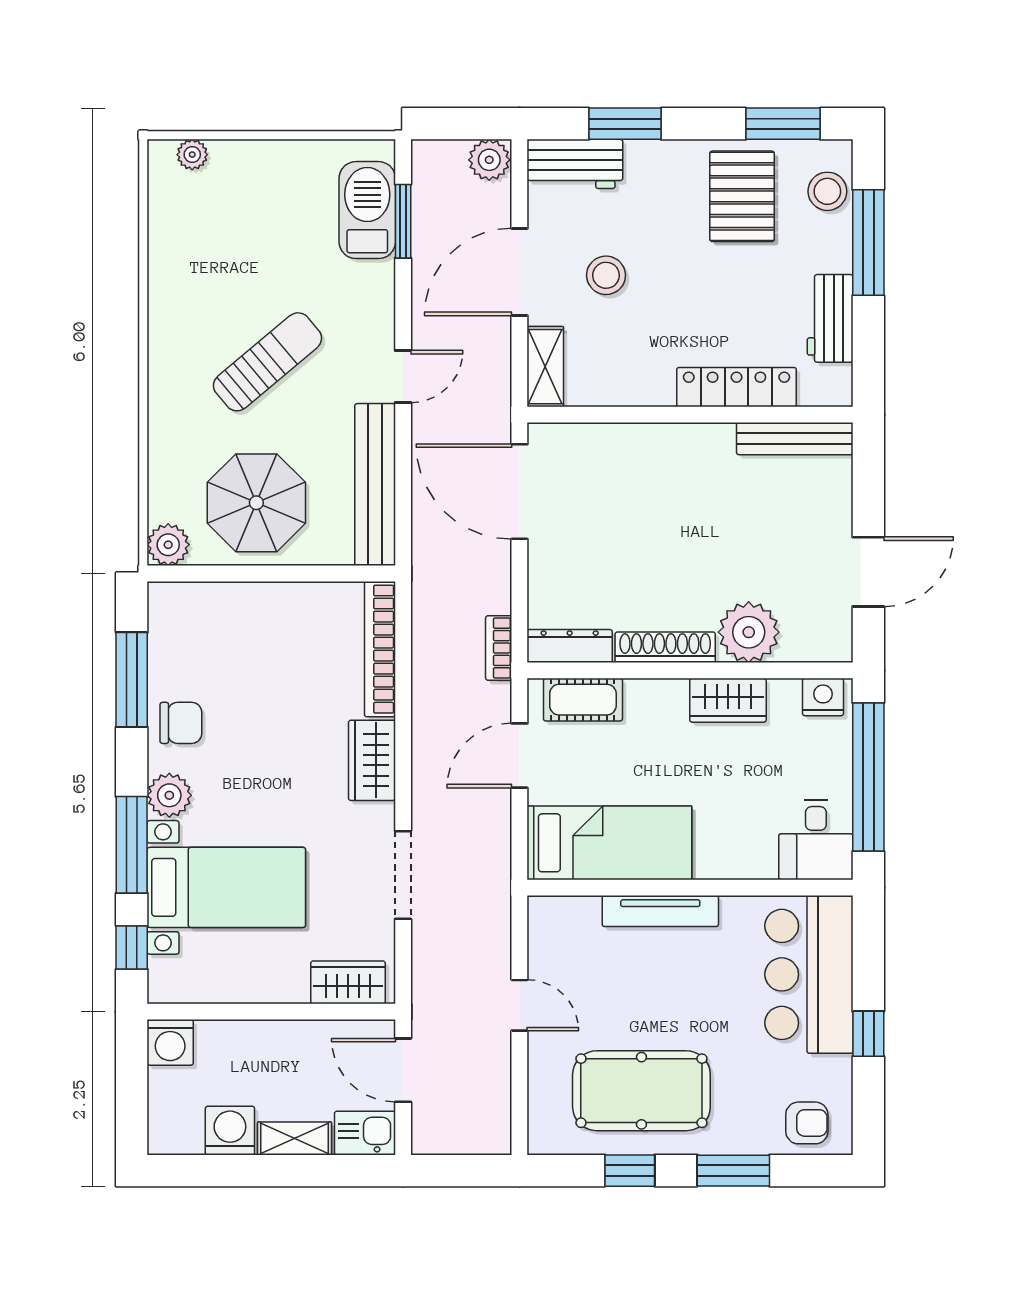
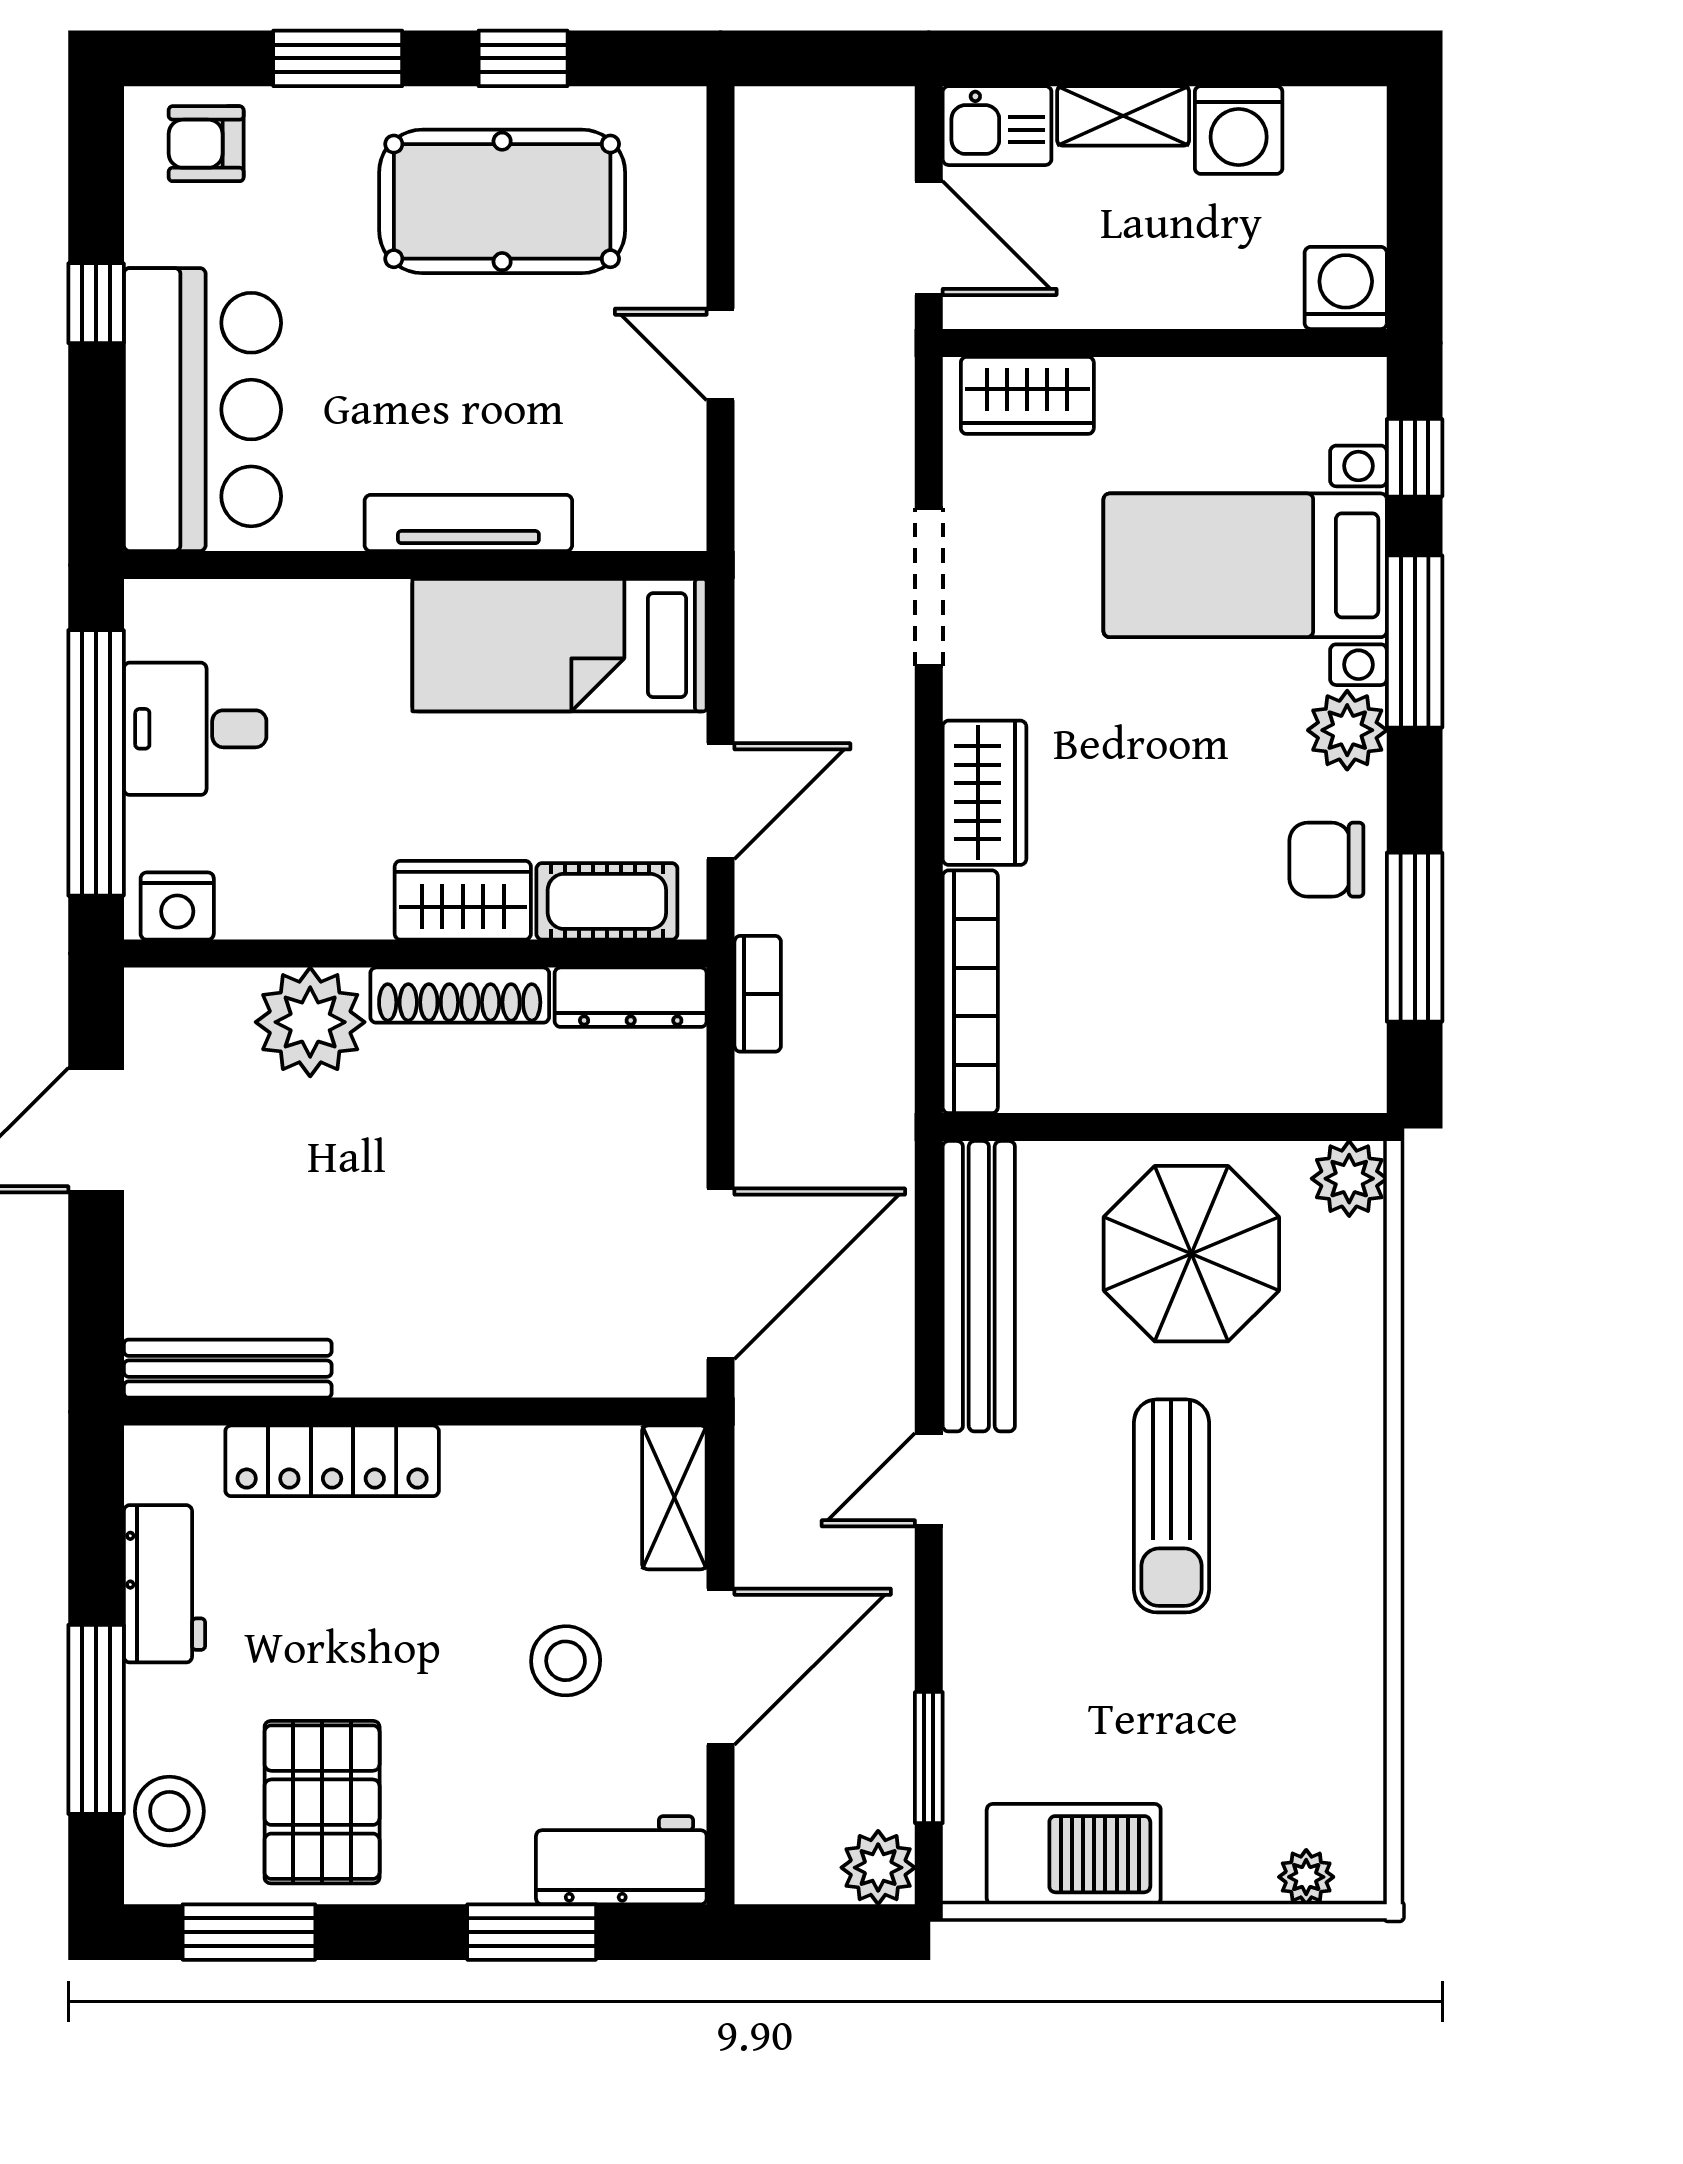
plant: (489, 160) -> (878, 1868), moved
barbecue: (367, 210) -> (1074, 1854), moved, turned -90
sun lounger: (267, 362) -> (1171, 1506), turned -50
door: (519, 492) -> (721, 1274), hinge flipped
wardrobe: (728, 700) -> (463, 900), moved
desk: (816, 840) -> (195, 729), moved, turned -90

